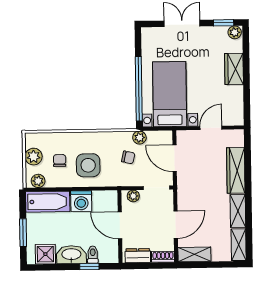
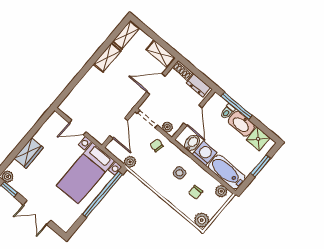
plant: (34, 157) -> (202, 220), moved
chair: (128, 157) -> (157, 145), moved
side table: (88, 165) -> (179, 173), width x0.54, depth x0.54
wardrobe: (236, 170) -> (85, 85), removed
bidet: (100, 201) -> (192, 143), added
window: (89, 267) -> (236, 106), width x2.17

